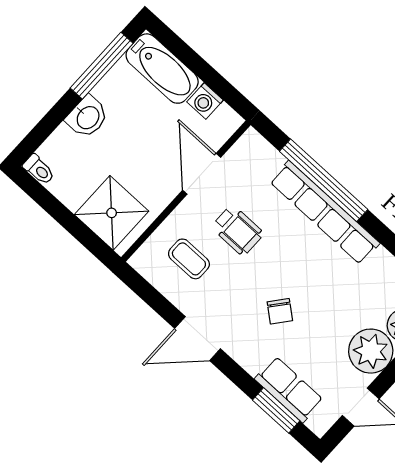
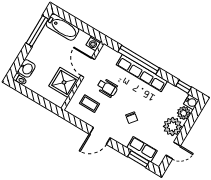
washing machine: (205, 101) -> (93, 43), moved
washbasin: (87, 117) -> (27, 68), moved
shower: (112, 213) -> (64, 82), moved

